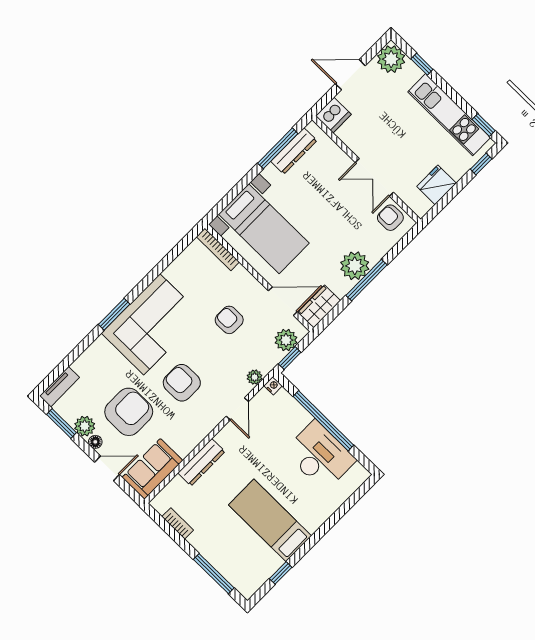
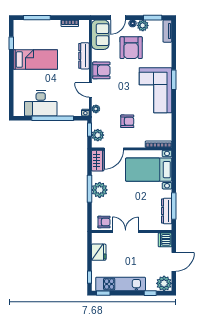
armchair: (182, 383) -> (101, 70), moved

